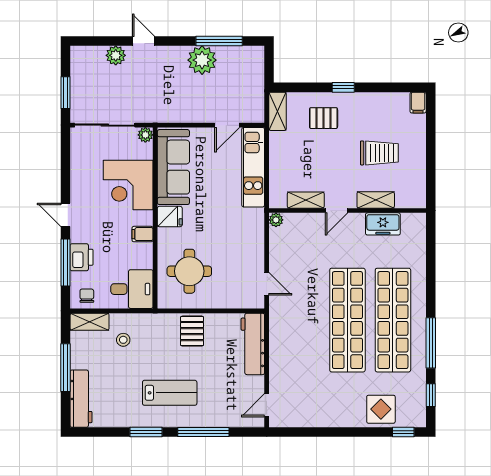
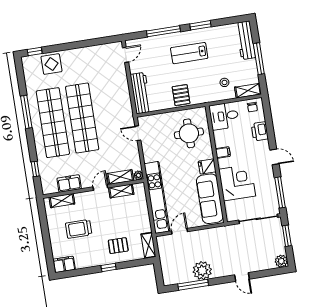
plant: (116, 55) -> (281, 261), moved
filing cabinet: (418, 103) -> (64, 264), width x2.00
plant: (145, 135) -> (231, 217), removed
kitchen unit: (253, 167) -> (157, 197), width x1.36
shelving: (376, 200) -> (62, 201), moved
shelving: (304, 221) -> (120, 177), added
window: (66, 263) -> (280, 192), moved
window: (431, 395) -> (35, 169), moved

